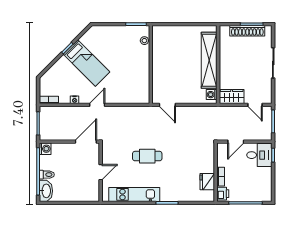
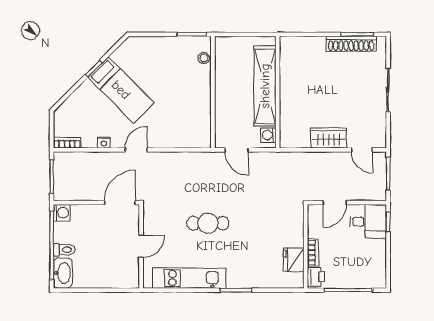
shelving: (209, 60) -> (265, 86), moved
wall: (218, 65) -> (278, 92), moved
washing machine: (212, 95) -> (268, 135), moved

